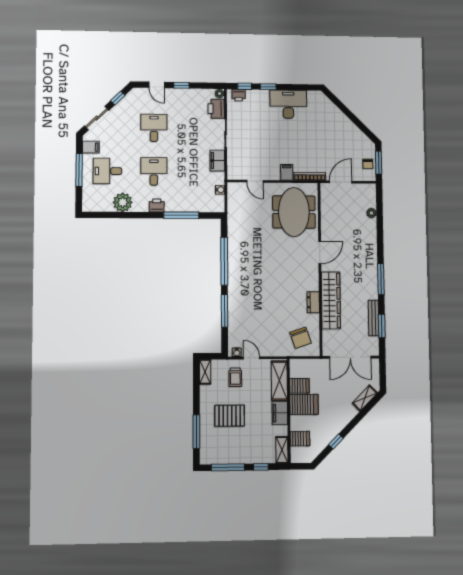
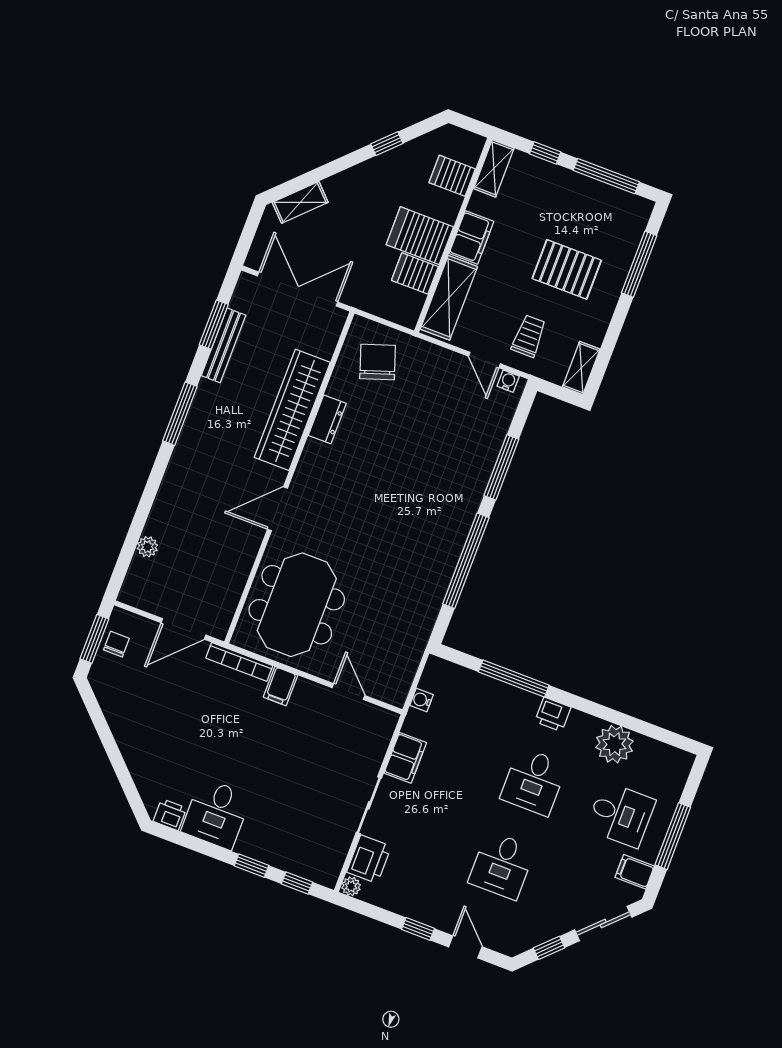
printer: (239, 95) -> (170, 815), moved
desk: (288, 104) -> (216, 814), width x0.73

